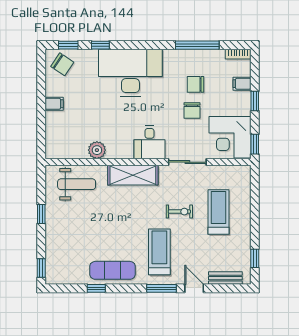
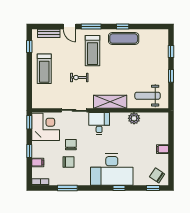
window: (100, 45) -> (119, 188), moved
window: (197, 45) -> (67, 188), width x0.69
treadmill: (219, 212) -> (44, 69), moved
window: (41, 268) -> (171, 51), moved
window: (96, 288) -> (123, 26), moved

